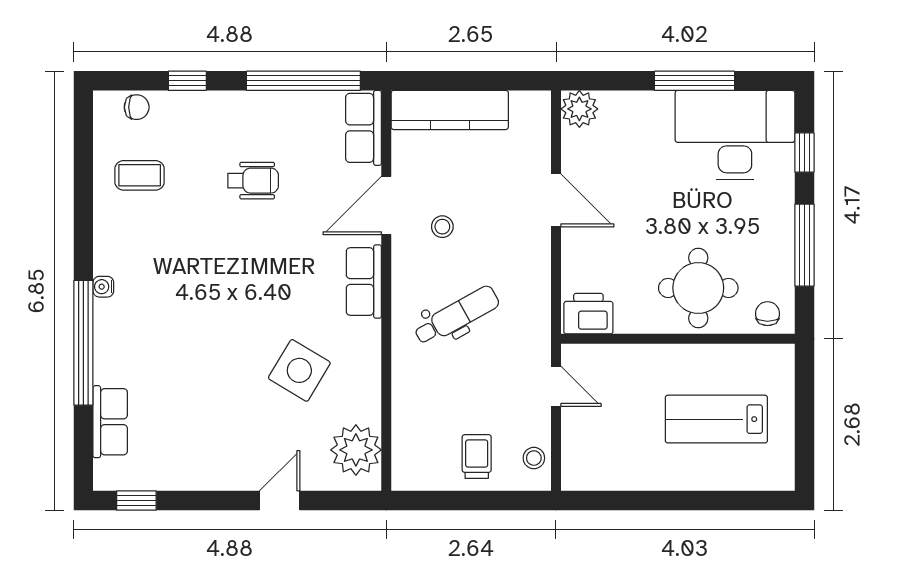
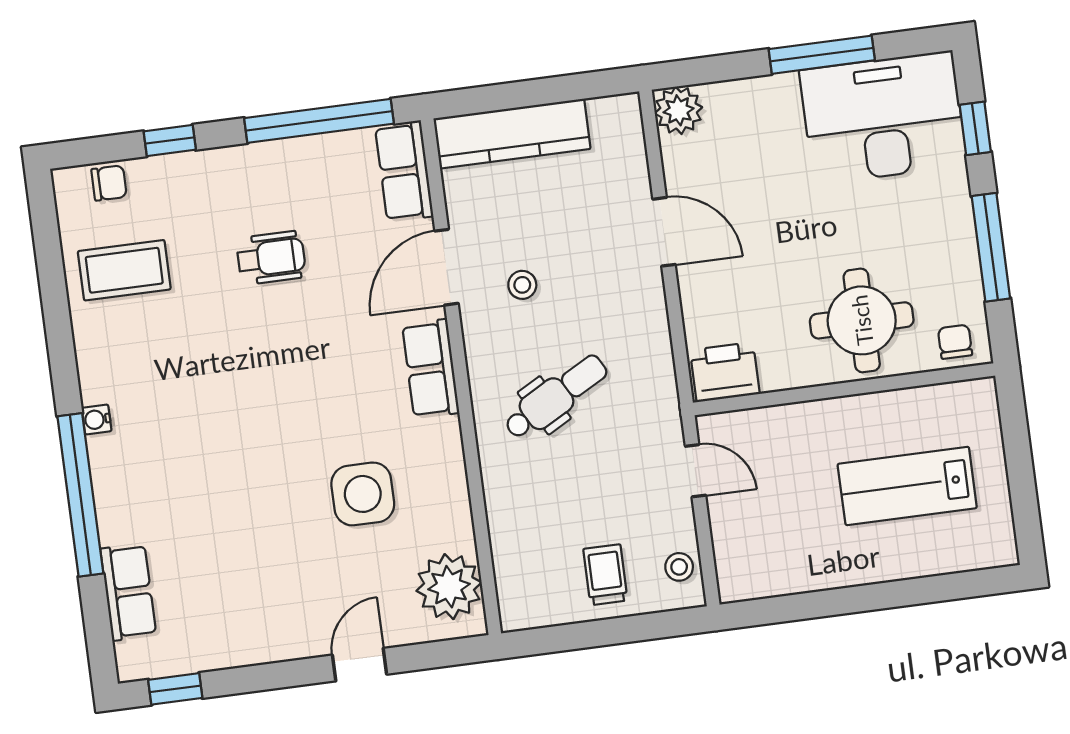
coffee table: (140, 175) -> (124, 270), width x1.36, depth x1.30
side table: (299, 370) -> (363, 494), turned -31

